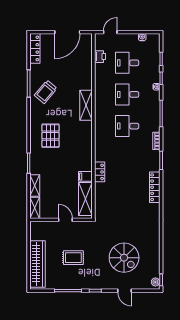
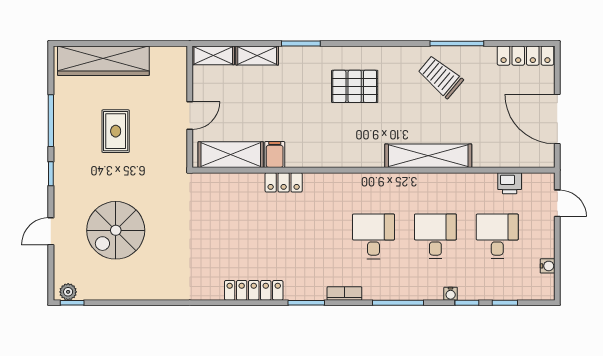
shelving: (86, 105) -> (428, 156), width x1.47

